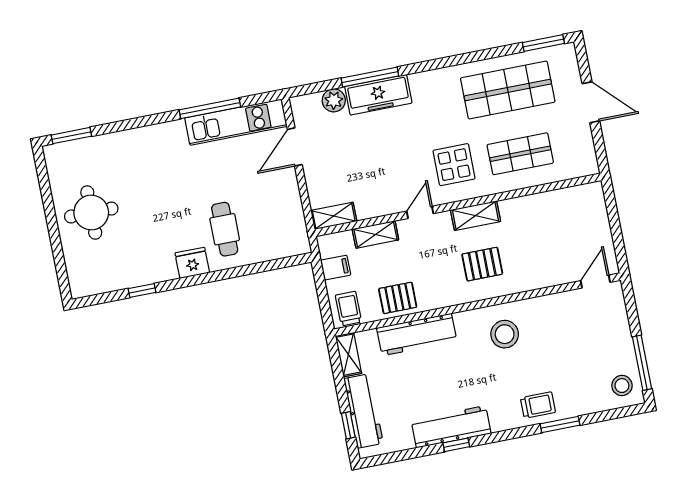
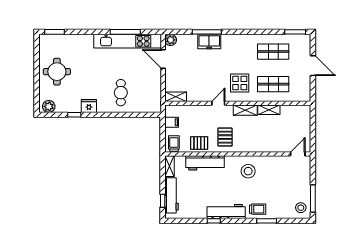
shop shelf: (508, 90) -> (273, 52), width x0.70, depth x0.74
freezer: (378, 95) -> (209, 41), width x0.71
plant: (334, 100) -> (171, 40), moved
kitchen unit: (236, 122) -> (128, 41), width x1.36
door: (295, 147) -> (163, 59), hinge flipped
shelving: (375, 234) -> (269, 110), moved
fridge: (192, 263) -> (89, 106), moved
pallet: (482, 264) -> (225, 137), moved, turned 90
plant: (89, 284) -> (49, 106), added
workbench: (451, 427) -> (226, 211), moved

